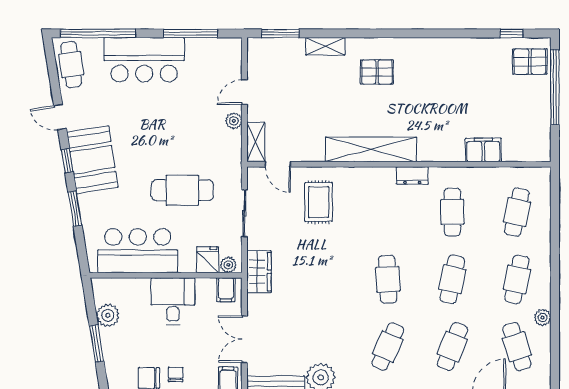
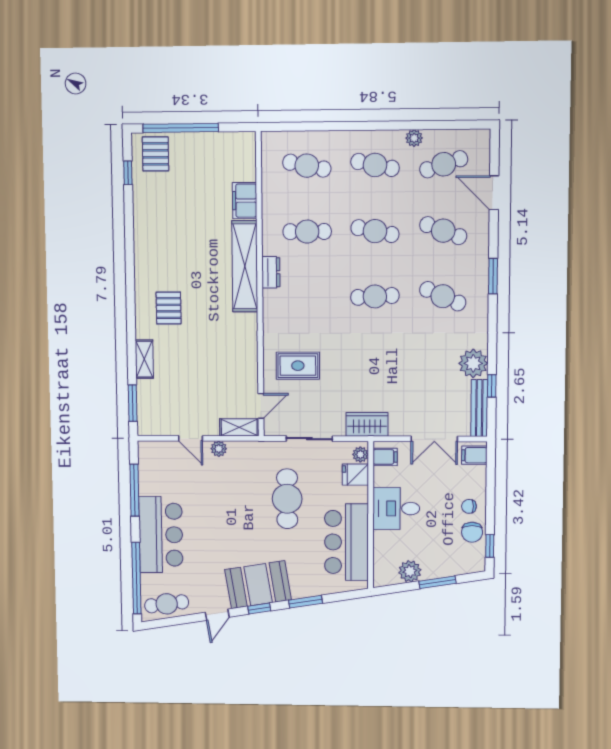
shelving: (371, 149) -> (245, 266), moved

